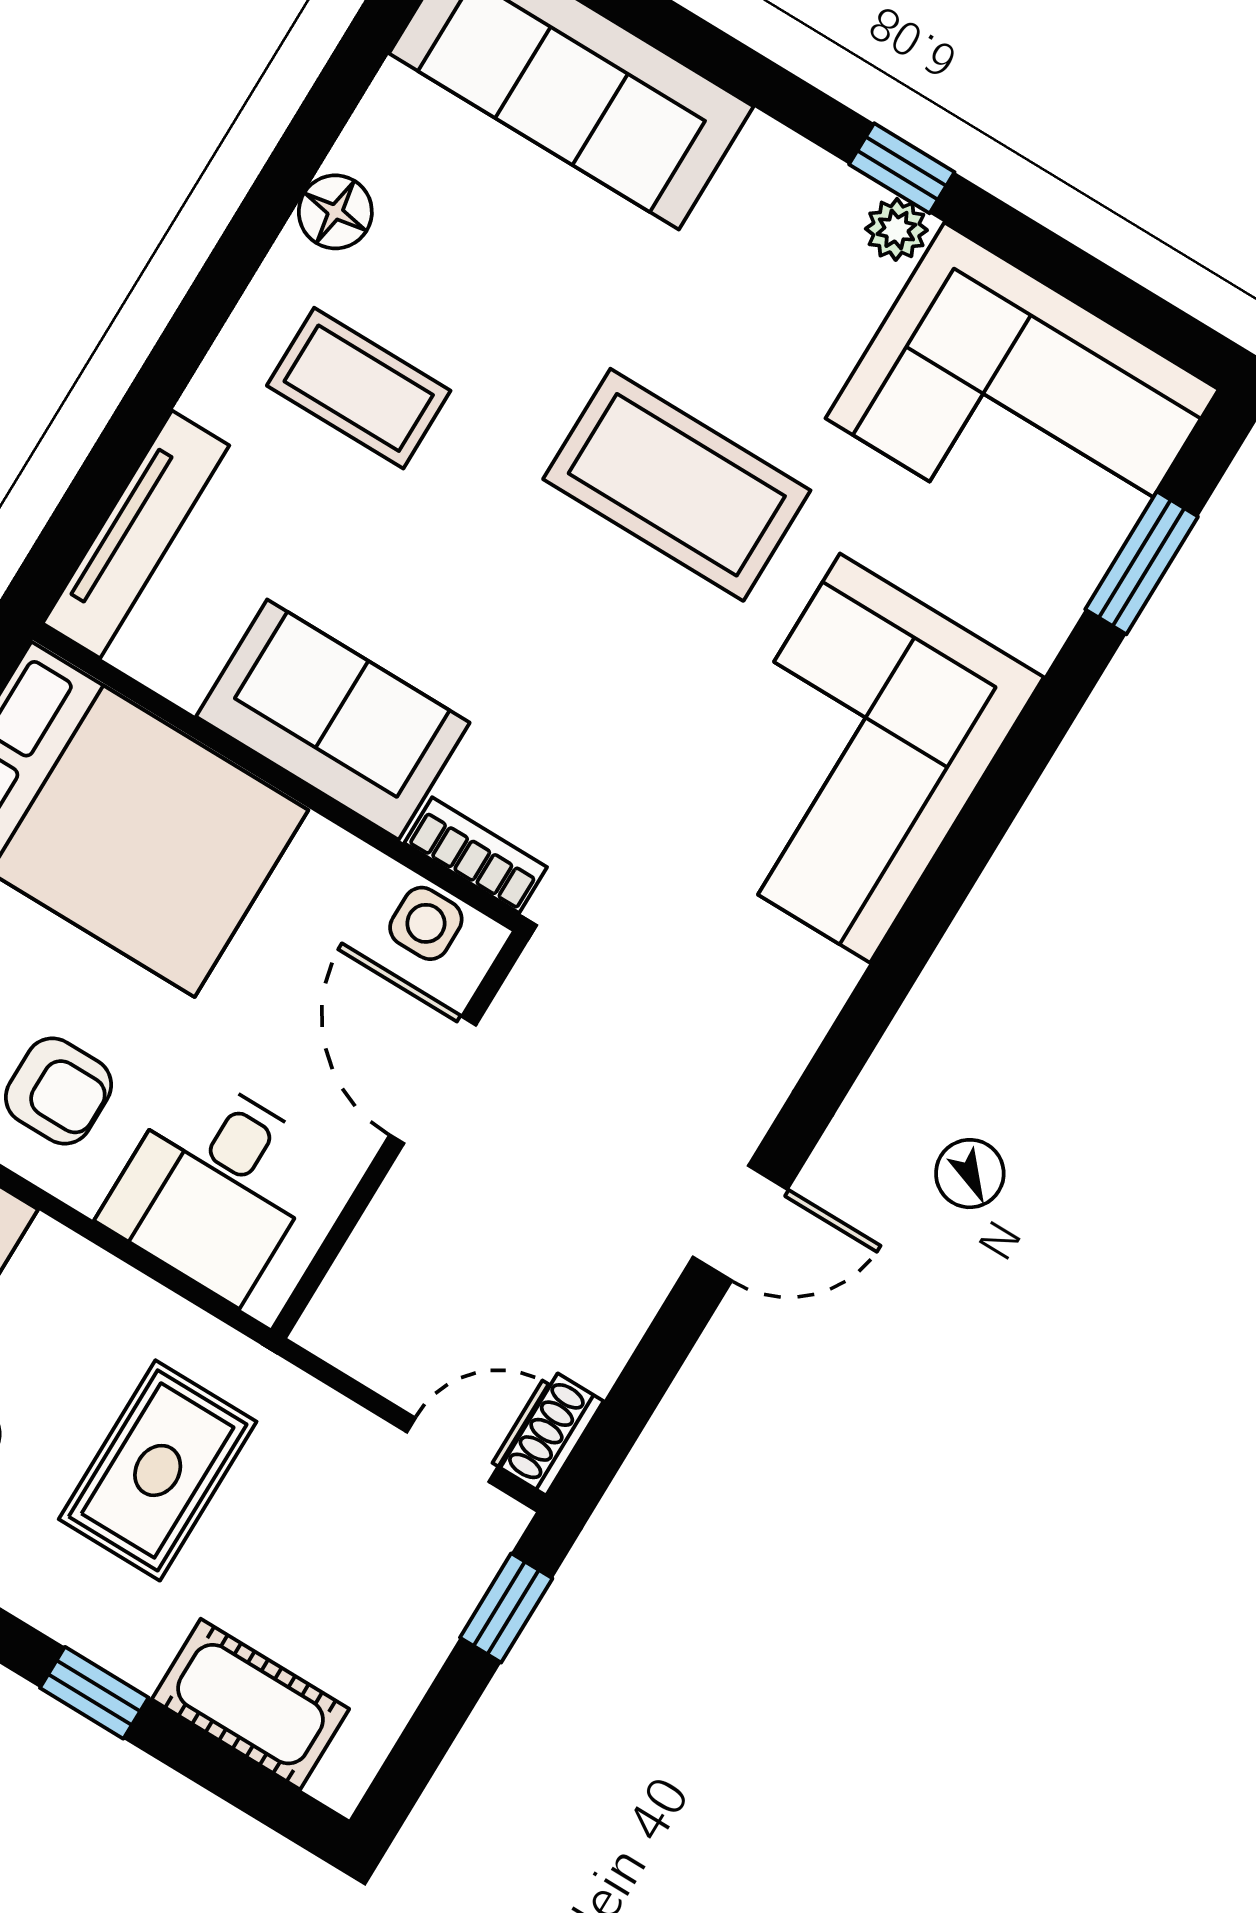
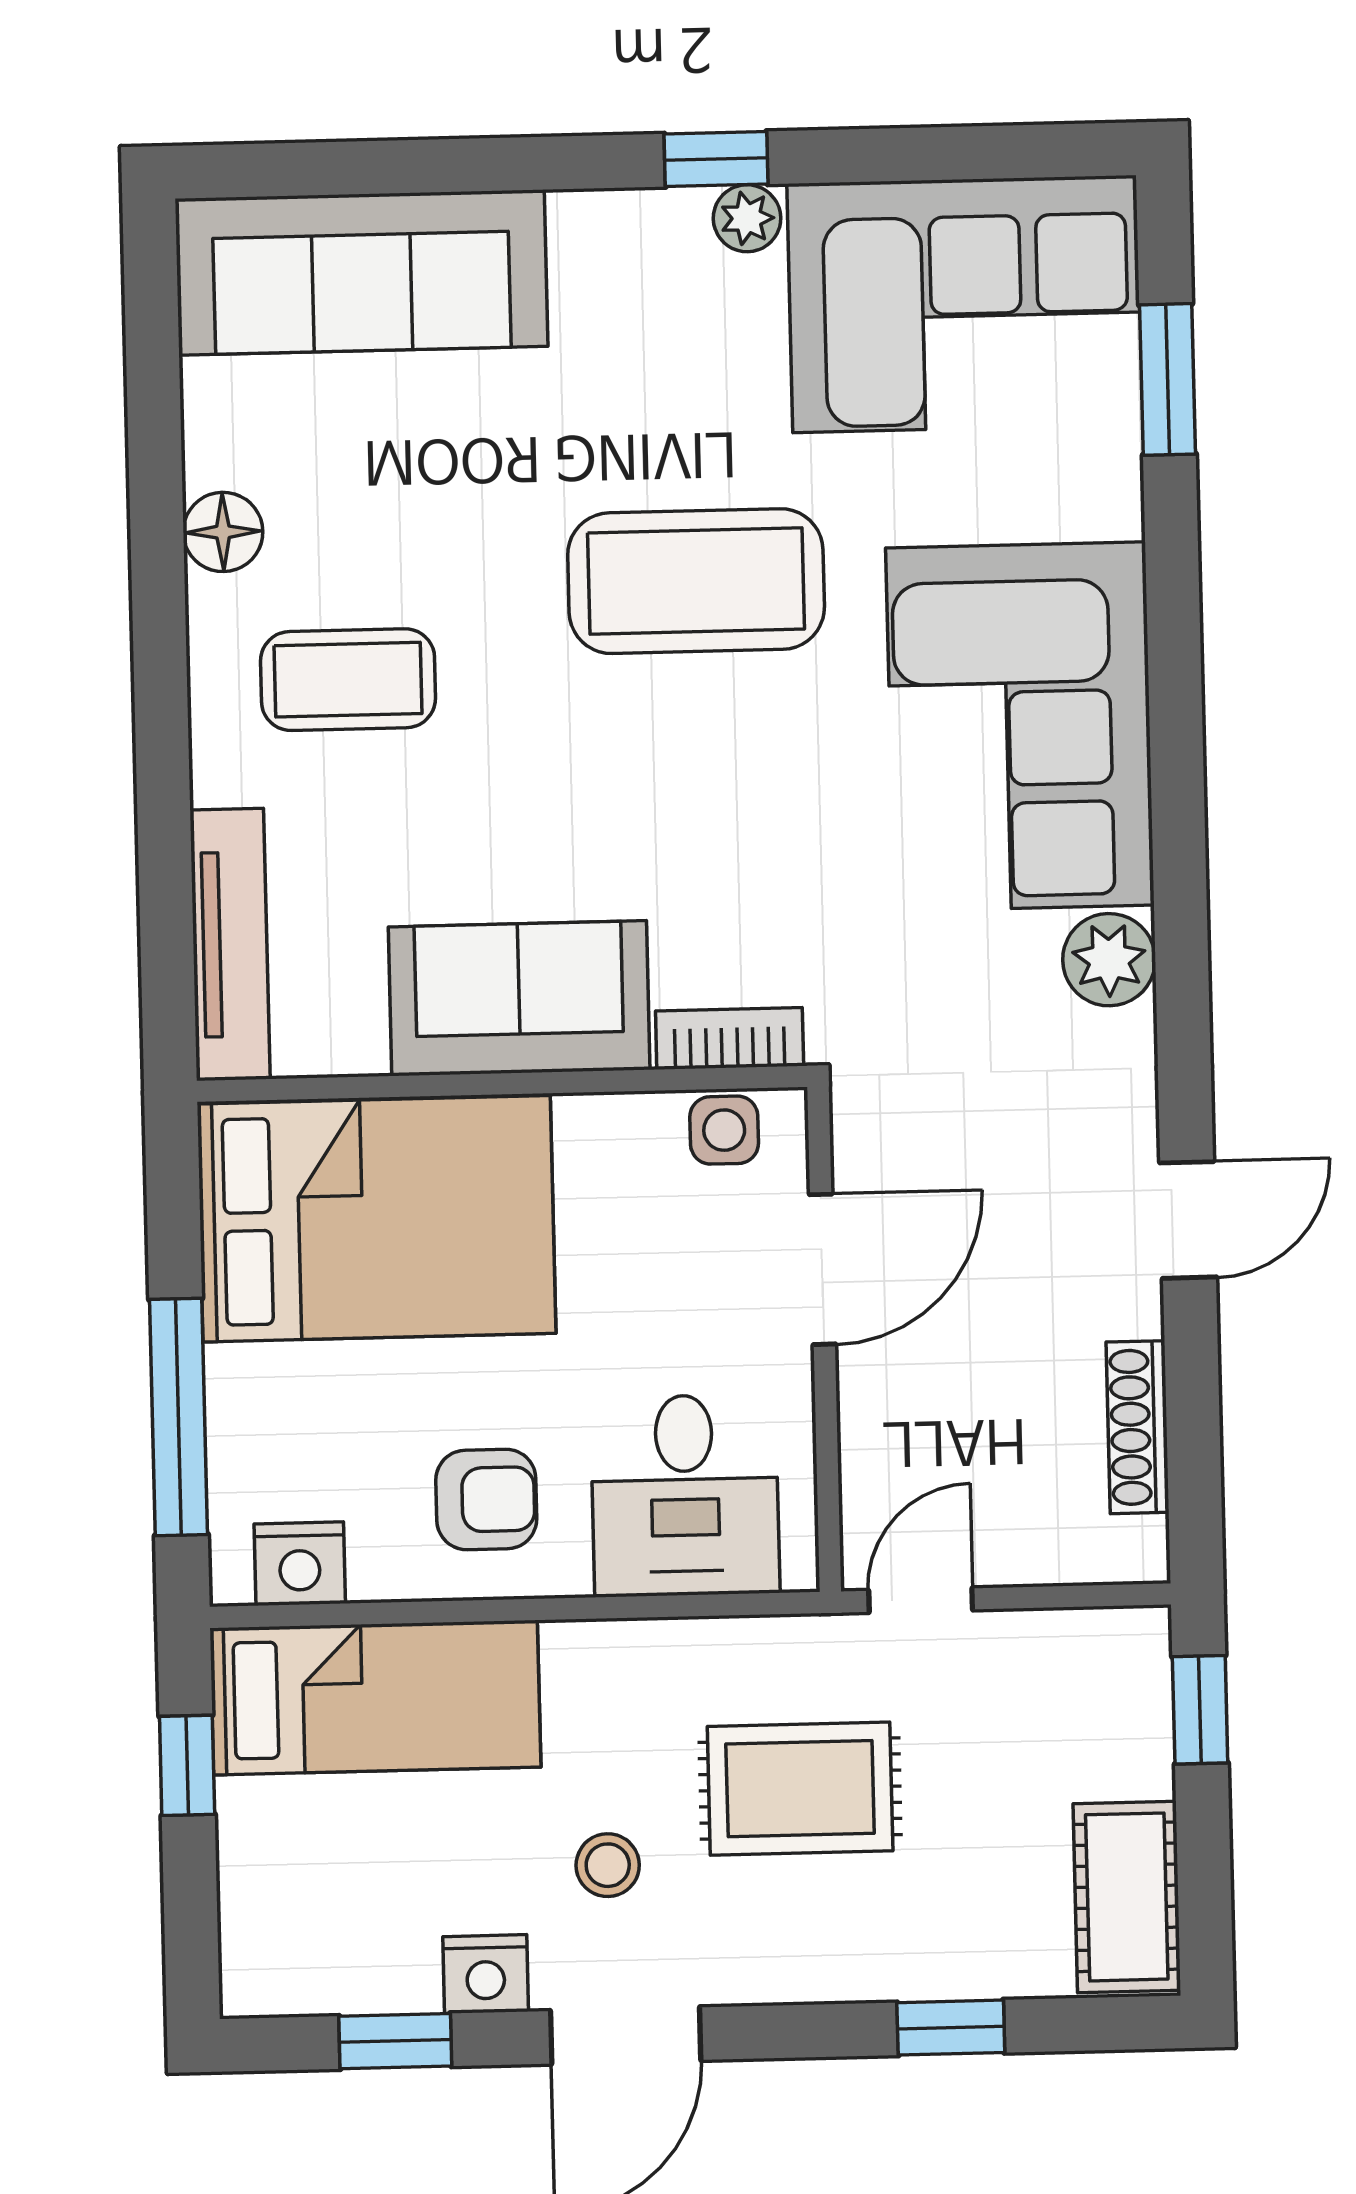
plant: (808, 983) -> (1109, 960), added
door: (433, 1080) -> (822, 1269), swing flipped
shoe rack: (552, 1434) -> (1138, 1427), moved, width x1.43
door: (452, 1450) -> (921, 1600), moved
rug: (158, 1470) -> (800, 1789), turned 90
window: (94, 1693) -> (951, 2028), moved
cot: (250, 1704) -> (1127, 1897), moved, turned 90

